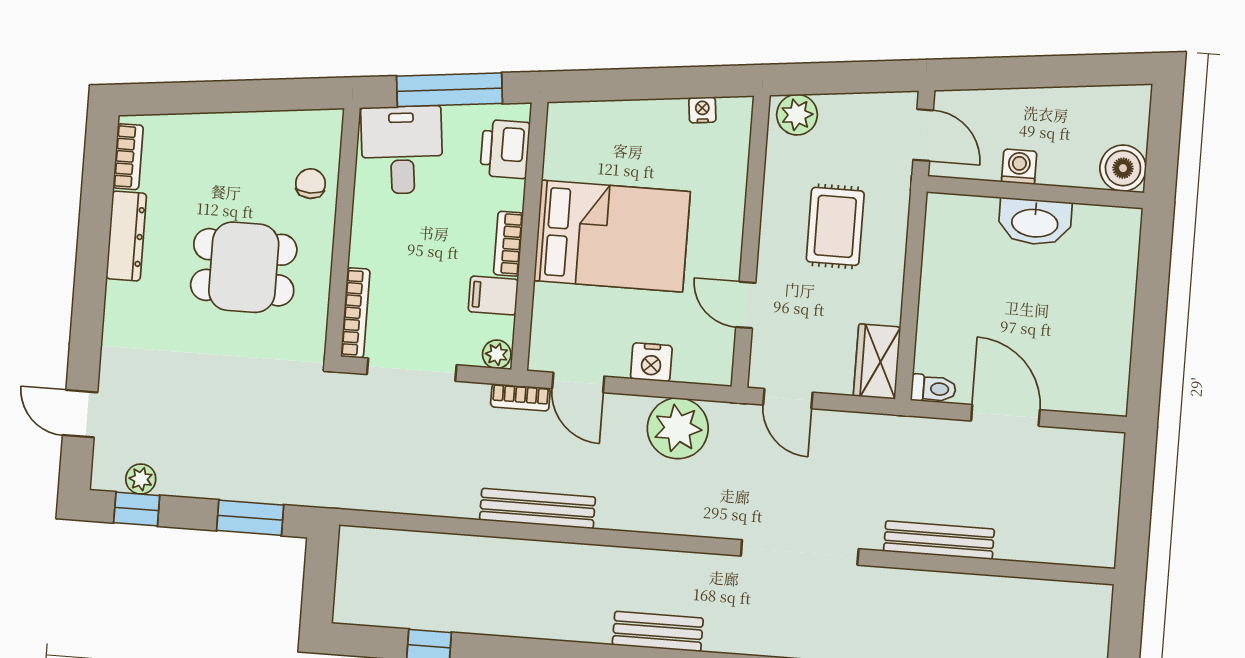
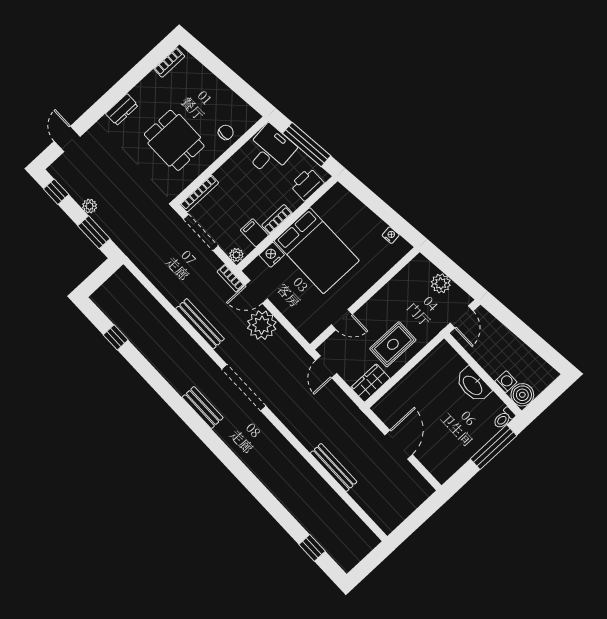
plant: (797, 115) -> (441, 283), moved
washing machine: (1019, 167) -> (506, 382), moved
rug: (835, 226) -> (393, 344), moved
dresser: (126, 236) -> (122, 110), moved, width x0.70
window: (1152, 287) -> (493, 447), added
door: (746, 305) -> (342, 319), swing flipped
nightstand: (651, 362) -> (272, 255), moved, turned 90
door: (578, 382) -> (256, 292), hinge flipped
toilet: (933, 389) -> (504, 418), moved, turned 90
plant: (678, 428) -> (262, 325), moved
plant: (141, 479) -> (90, 206), moved
doorway: (800, 552) -> (244, 388), moved

